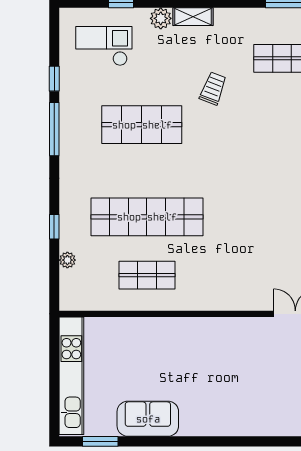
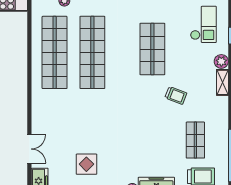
shop shelf: (147, 275) -> (55, 52), width x2.00, depth x1.36

